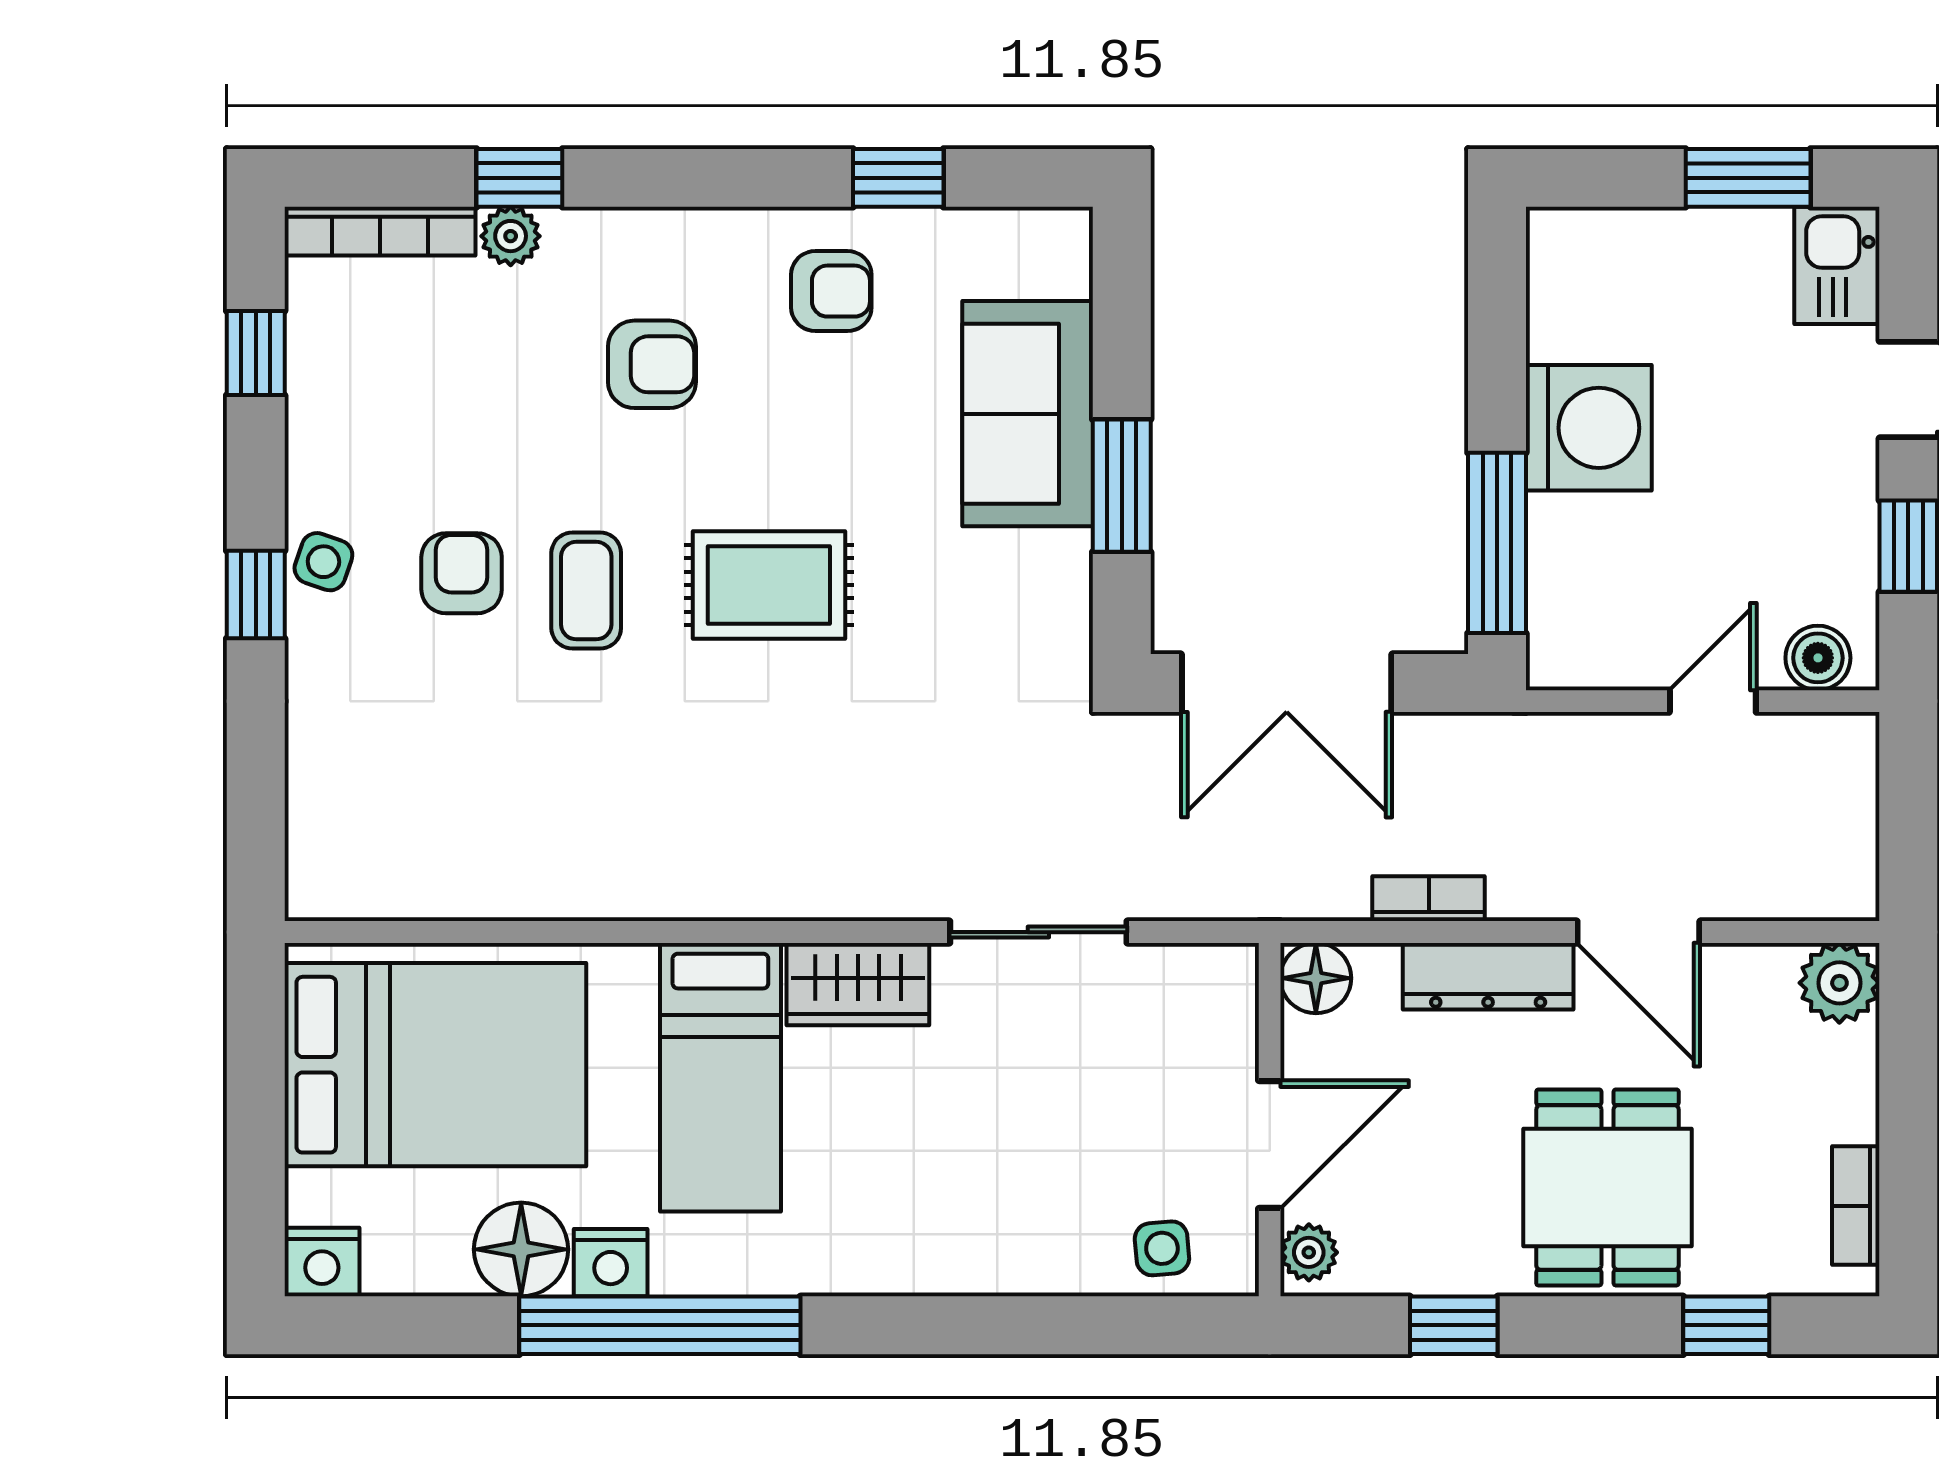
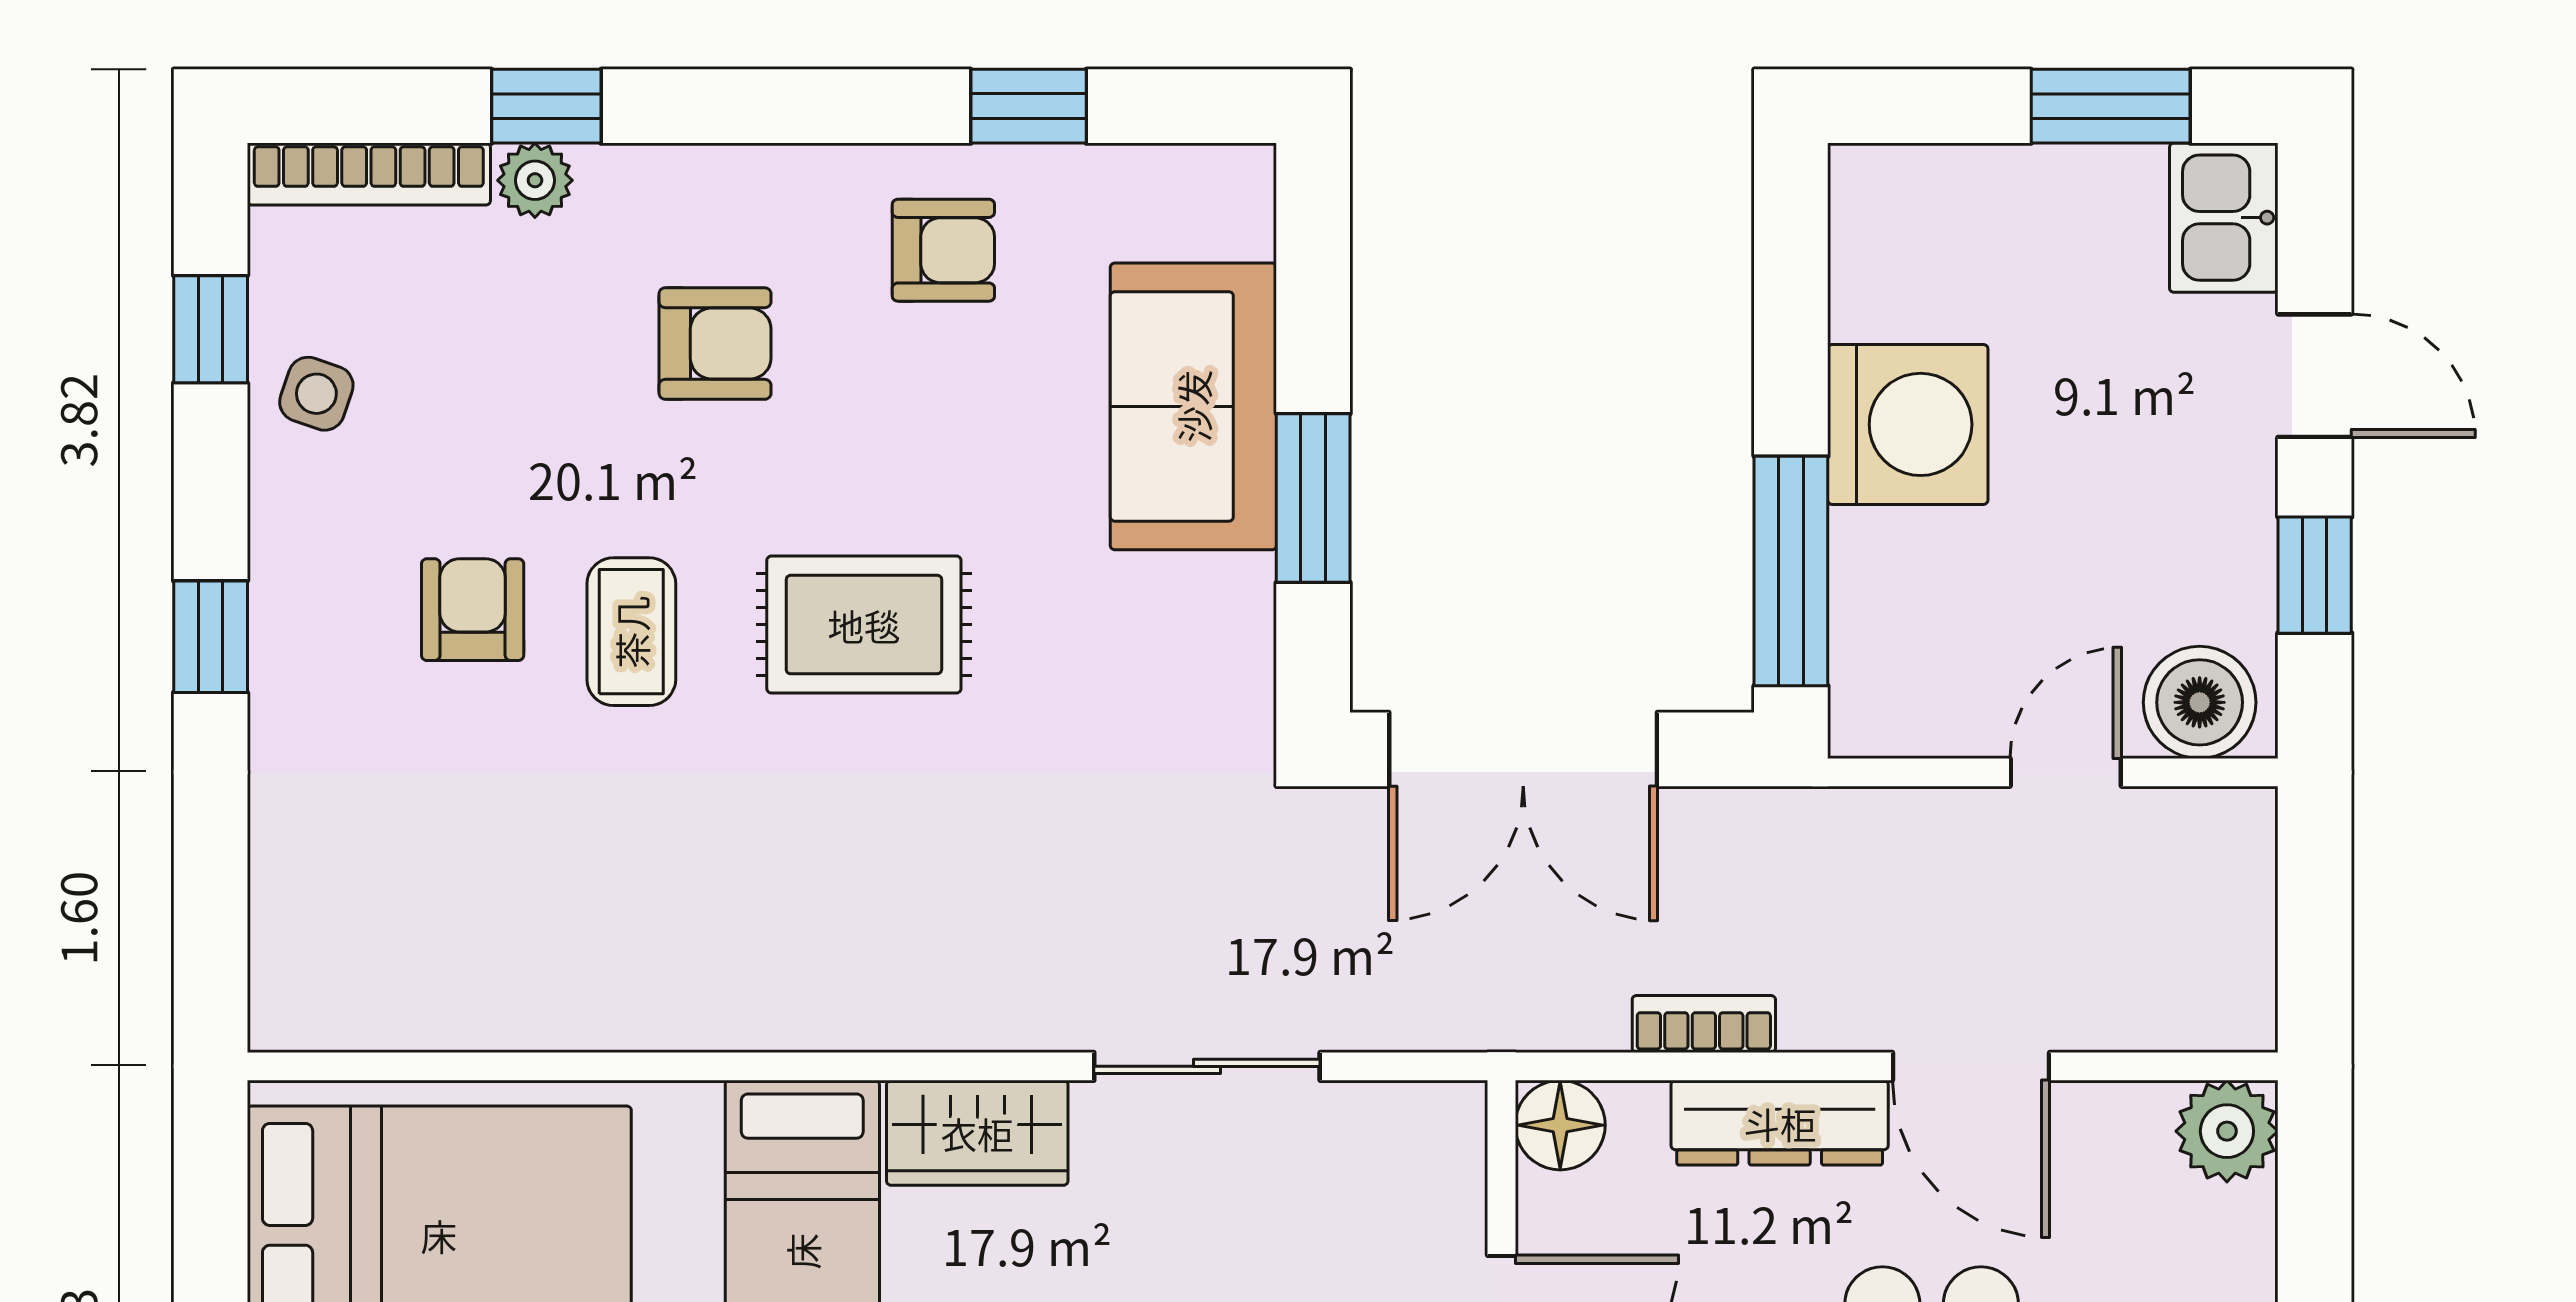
side table: (323, 562) -> (316, 394), moved
boiler: (1818, 658) -> (2200, 702), width x1.36, depth x1.36

